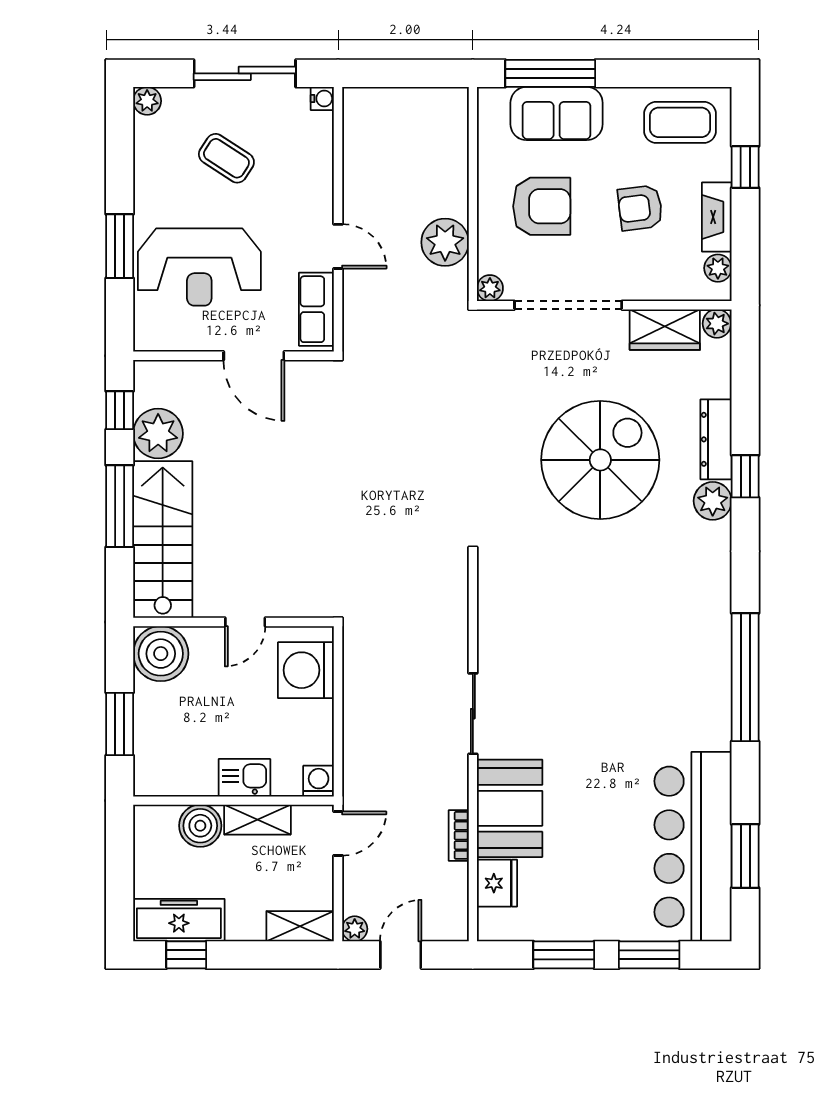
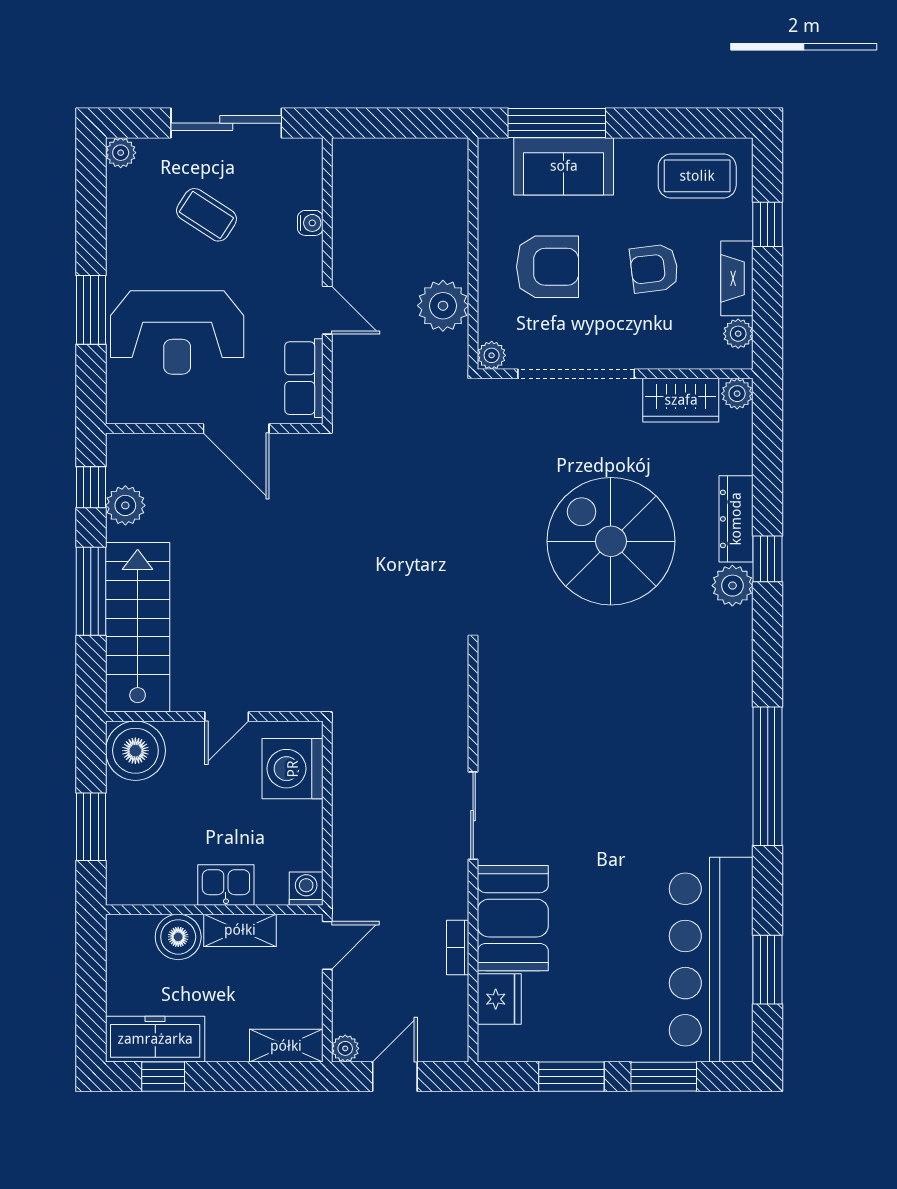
water cooler: (322, 99) -> (310, 223), moved
plant: (158, 434) -> (125, 505), width x0.73, depth x0.73
spiral stairs: (600, 460) -> (611, 541), turned -90

